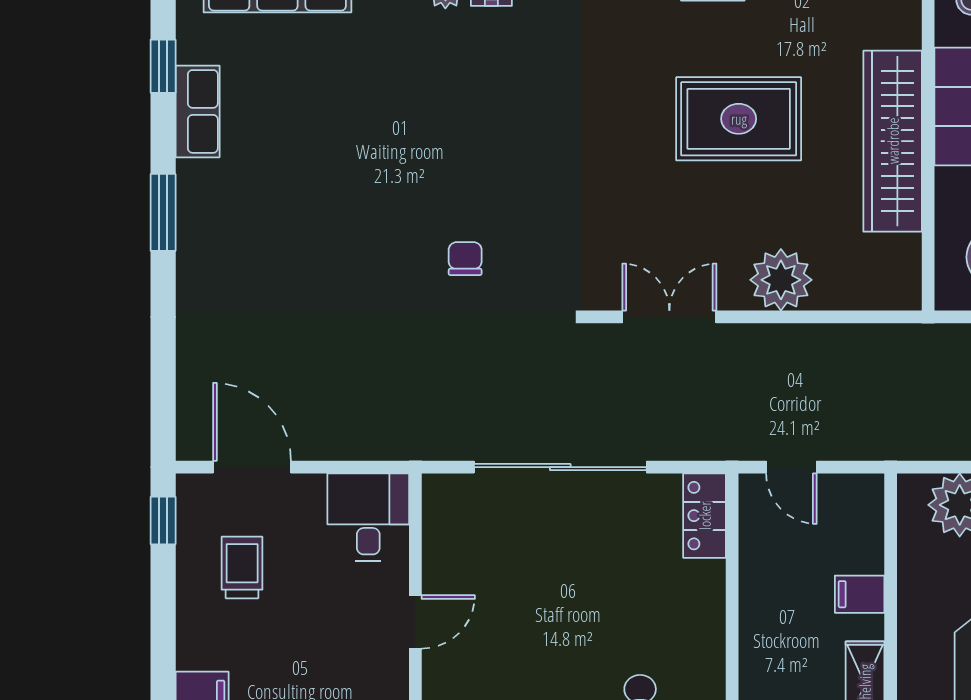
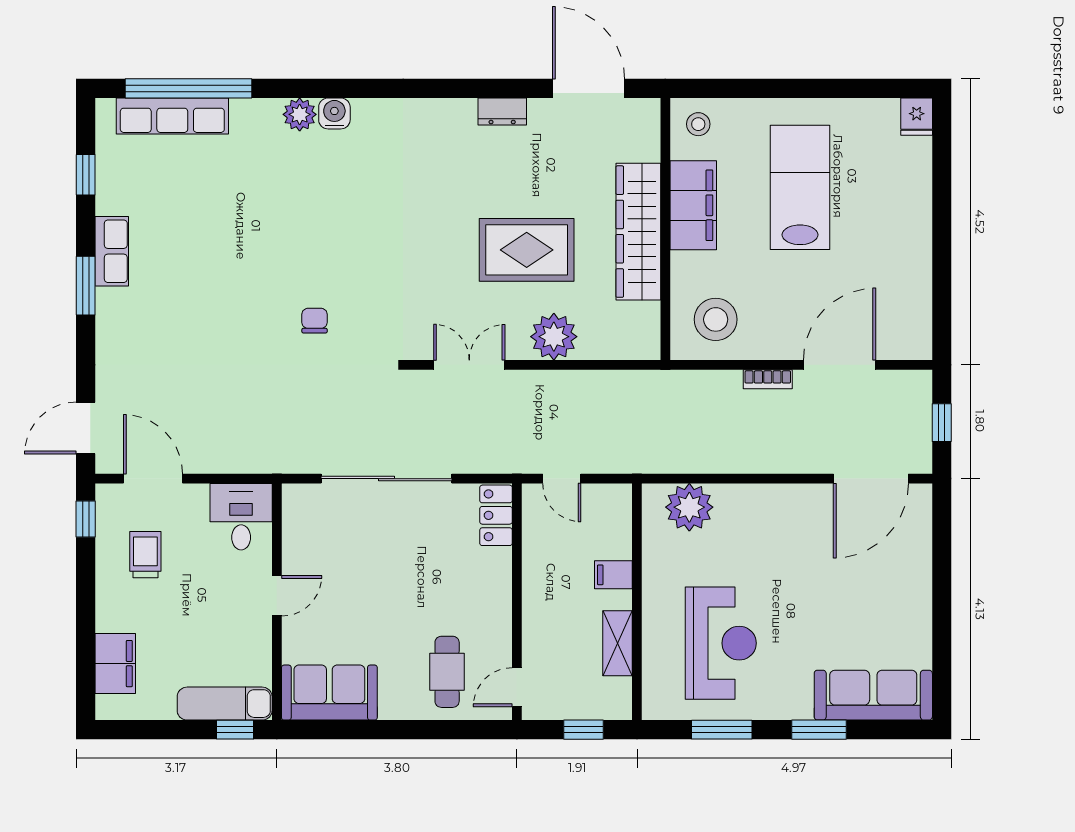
row of seats: (198, 111) -> (112, 251), moved
rug: (739, 119) -> (527, 250), moved
door: (163, 400) -> (86, 428), added

